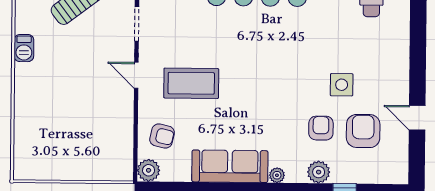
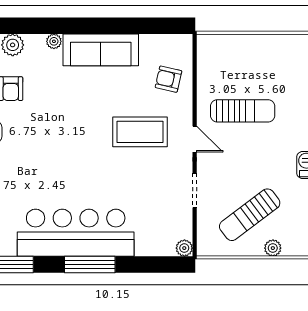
sun lounger: (88, 103) -> (243, 111), added
plant: (149, 170) -> (182, 45), removed

